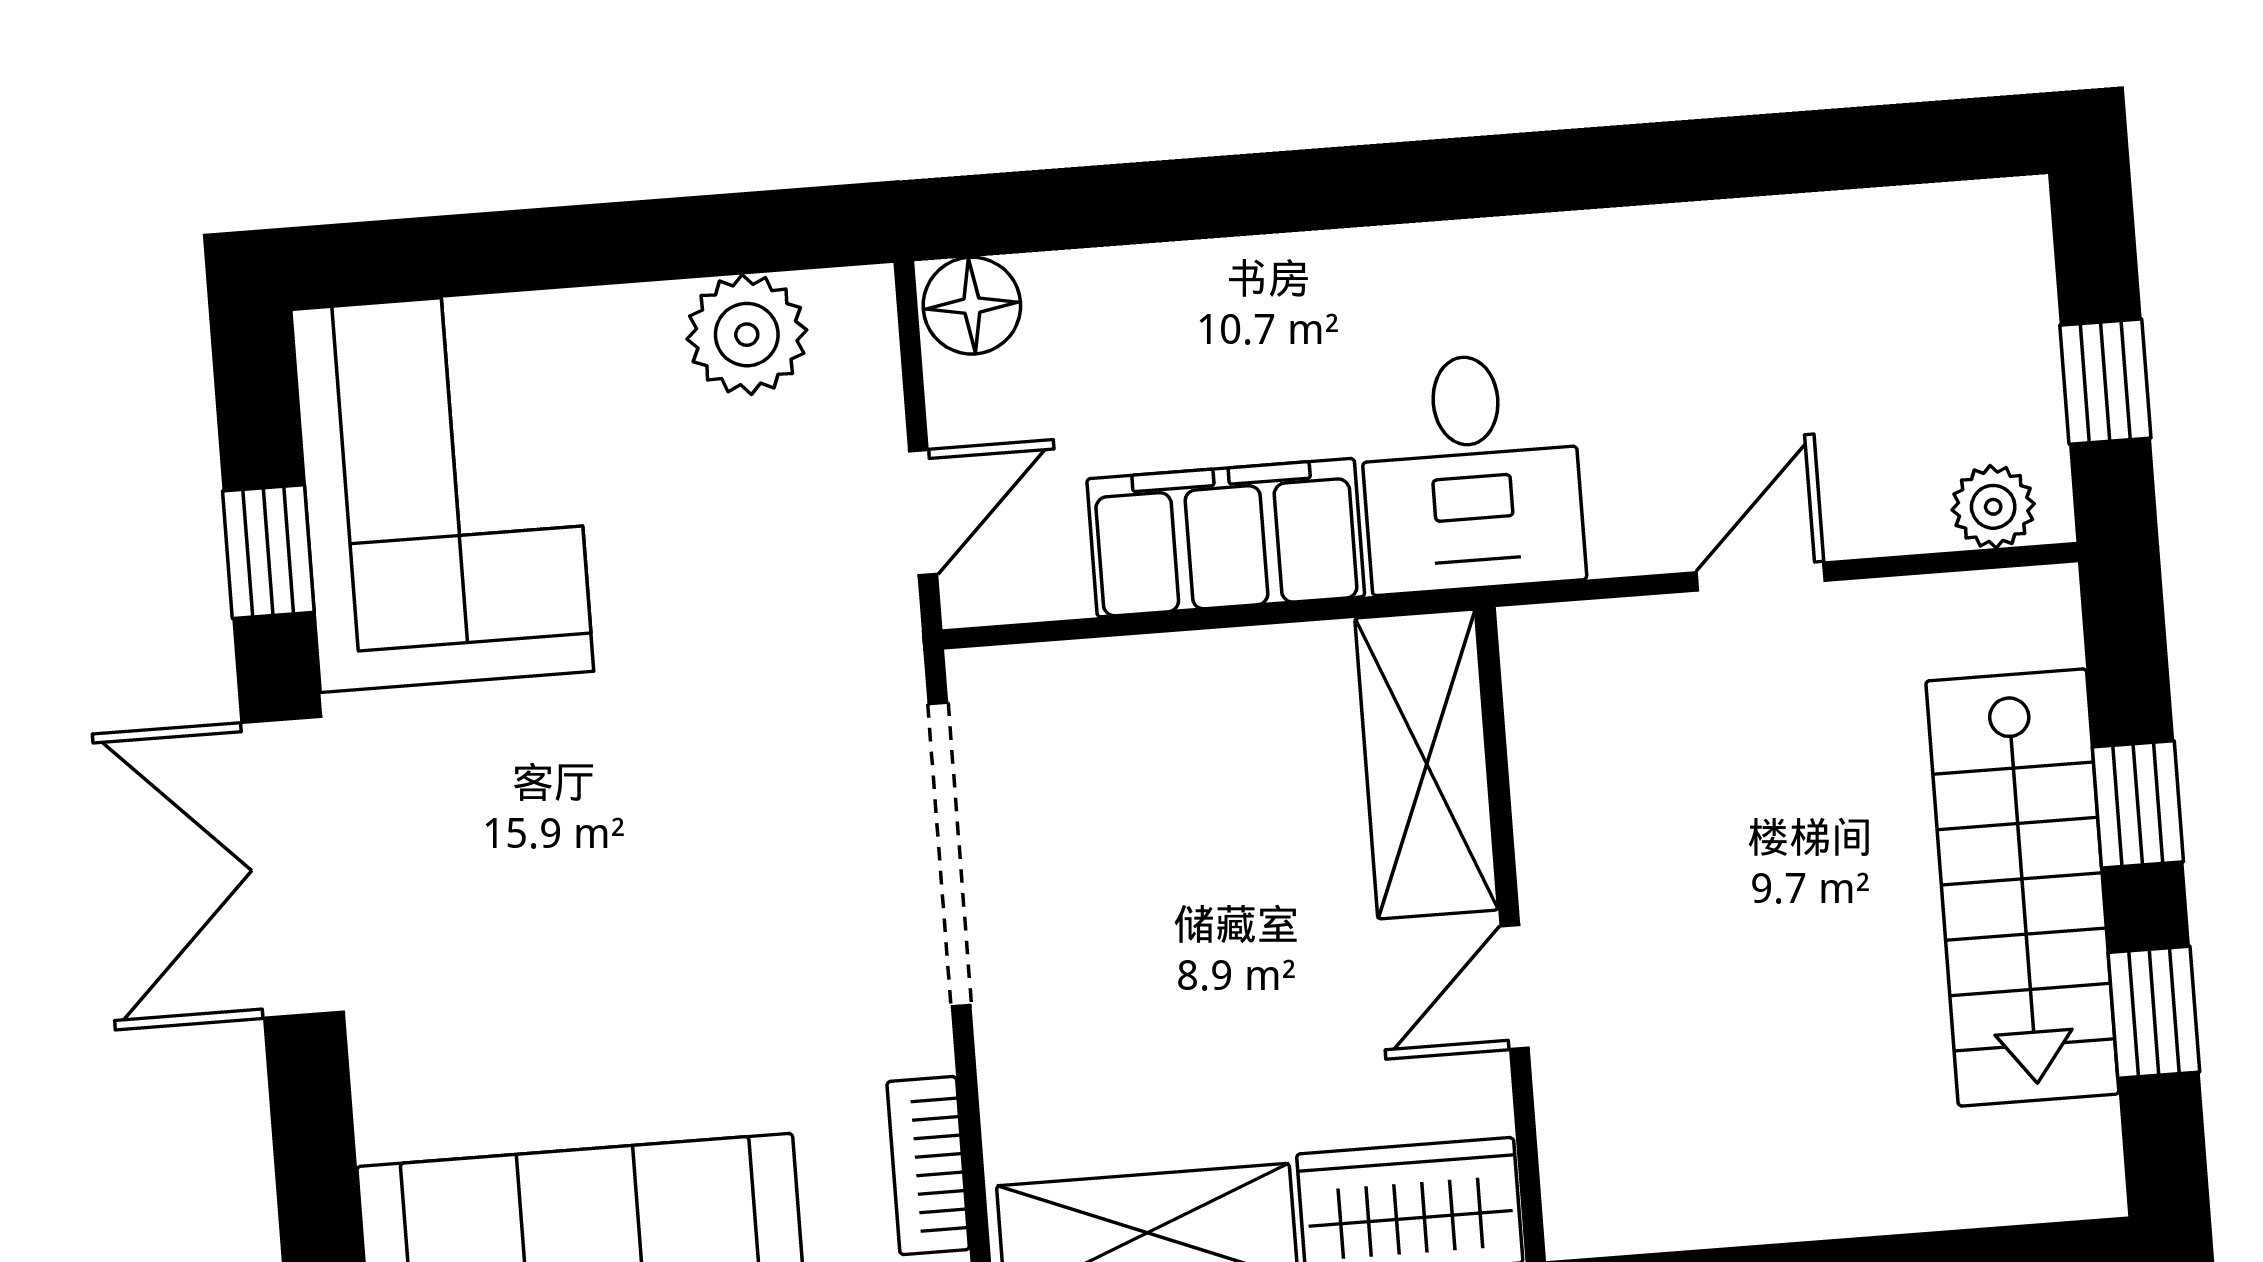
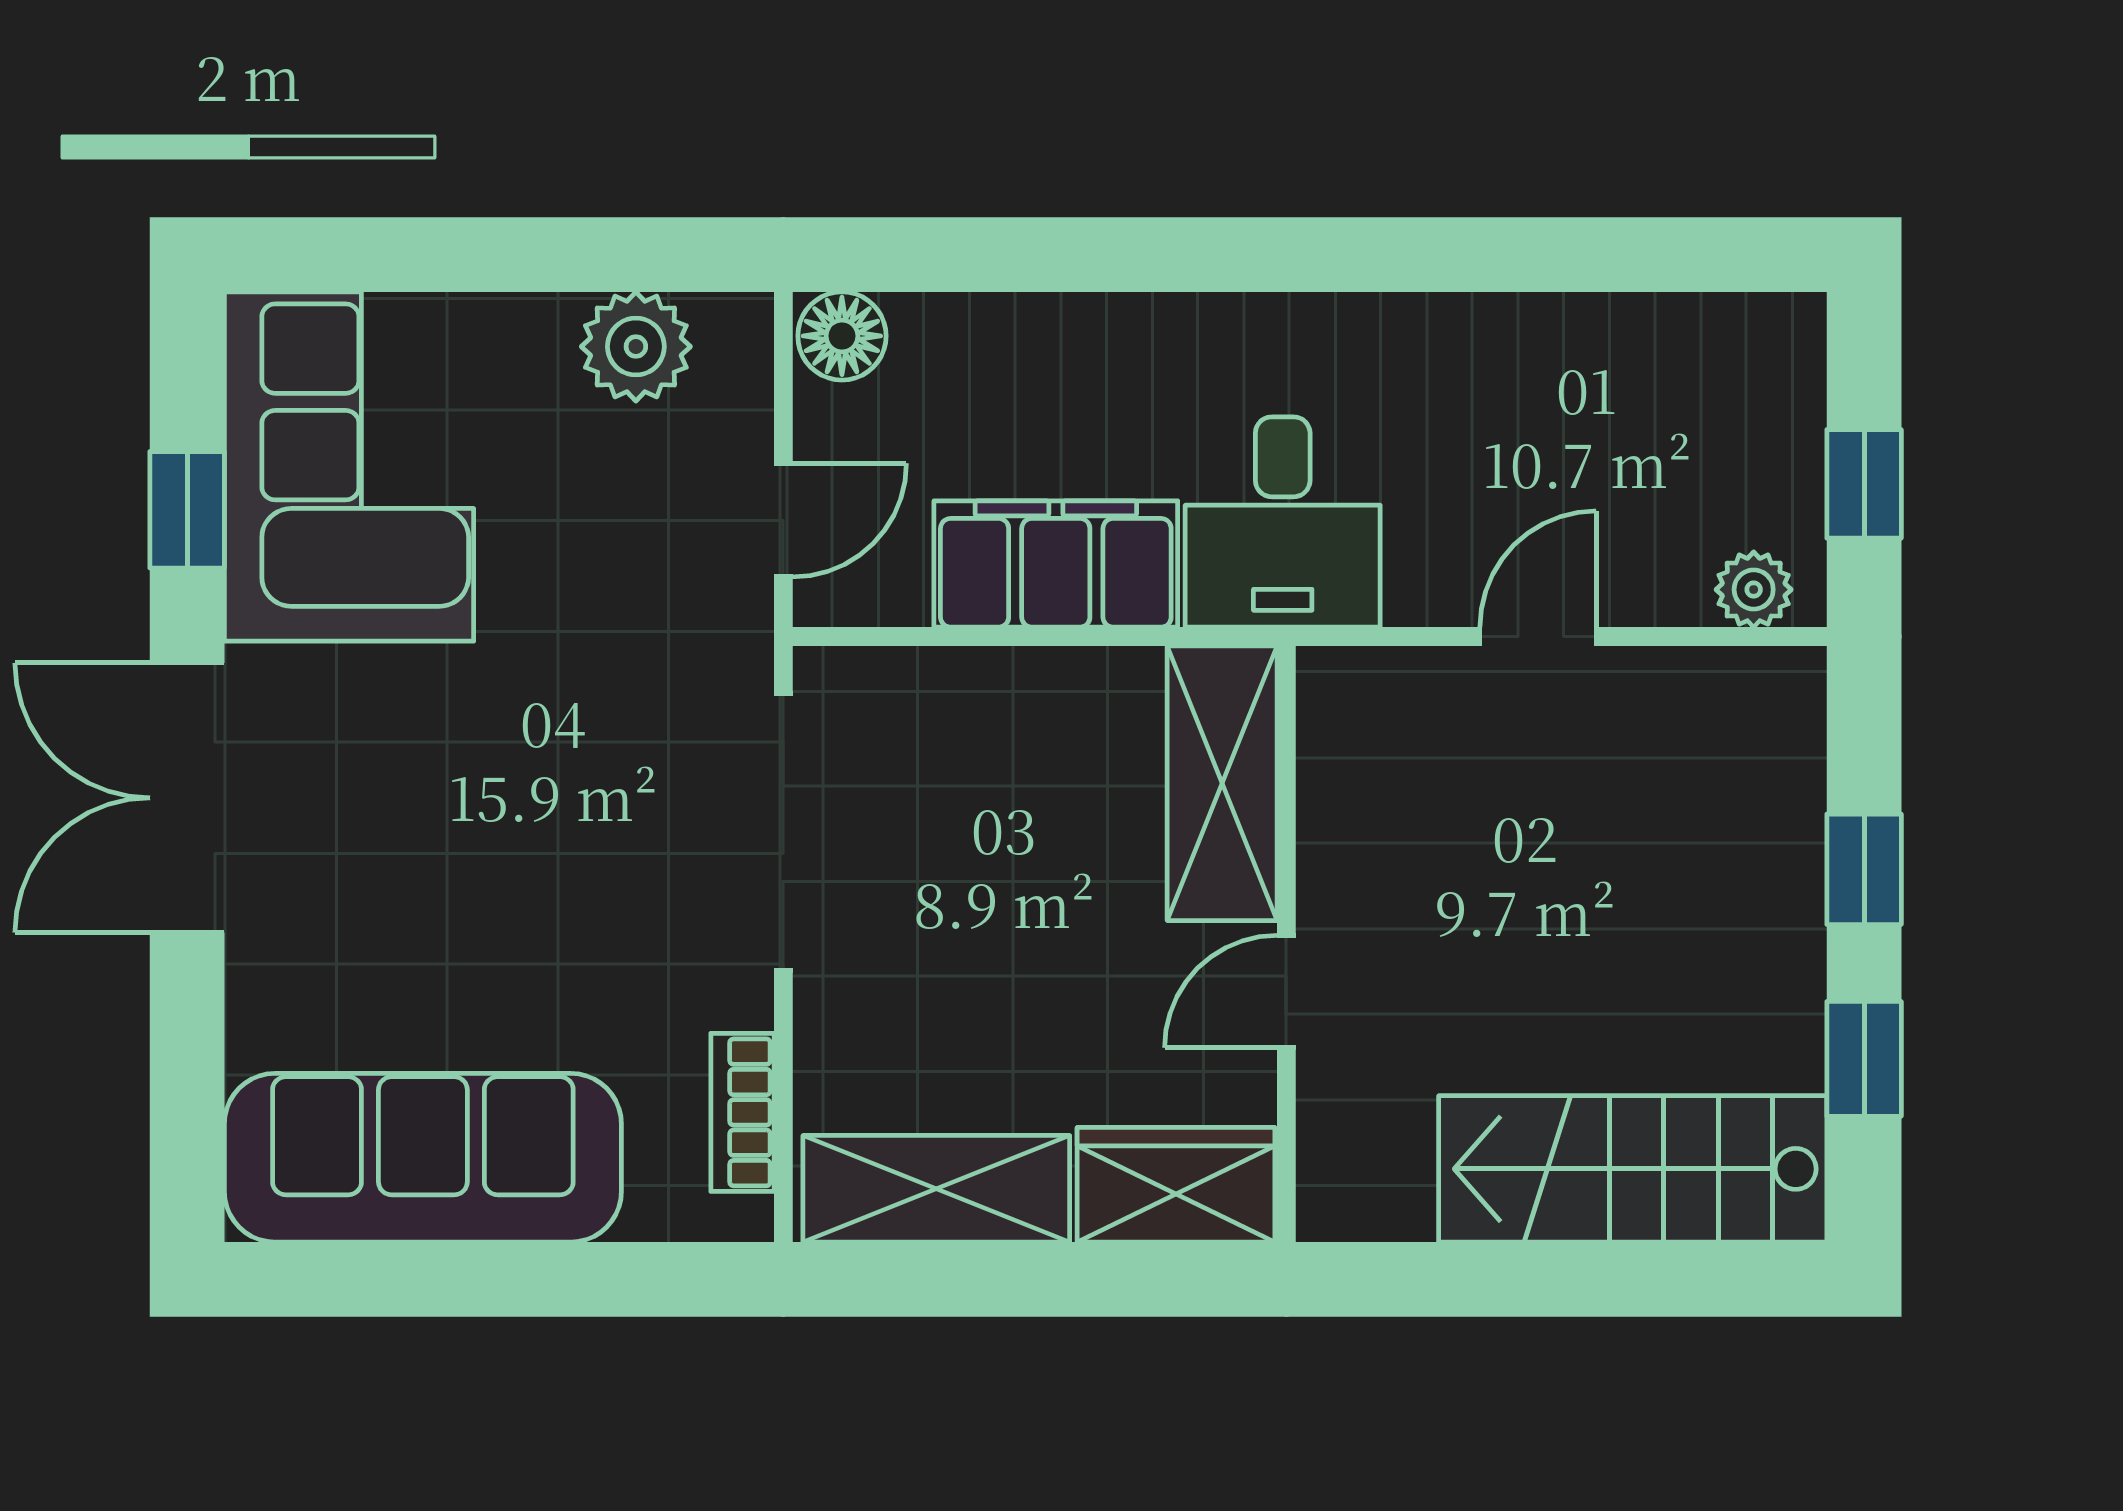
stairs: (2022, 887) -> (1633, 1169), moved, turned 90

